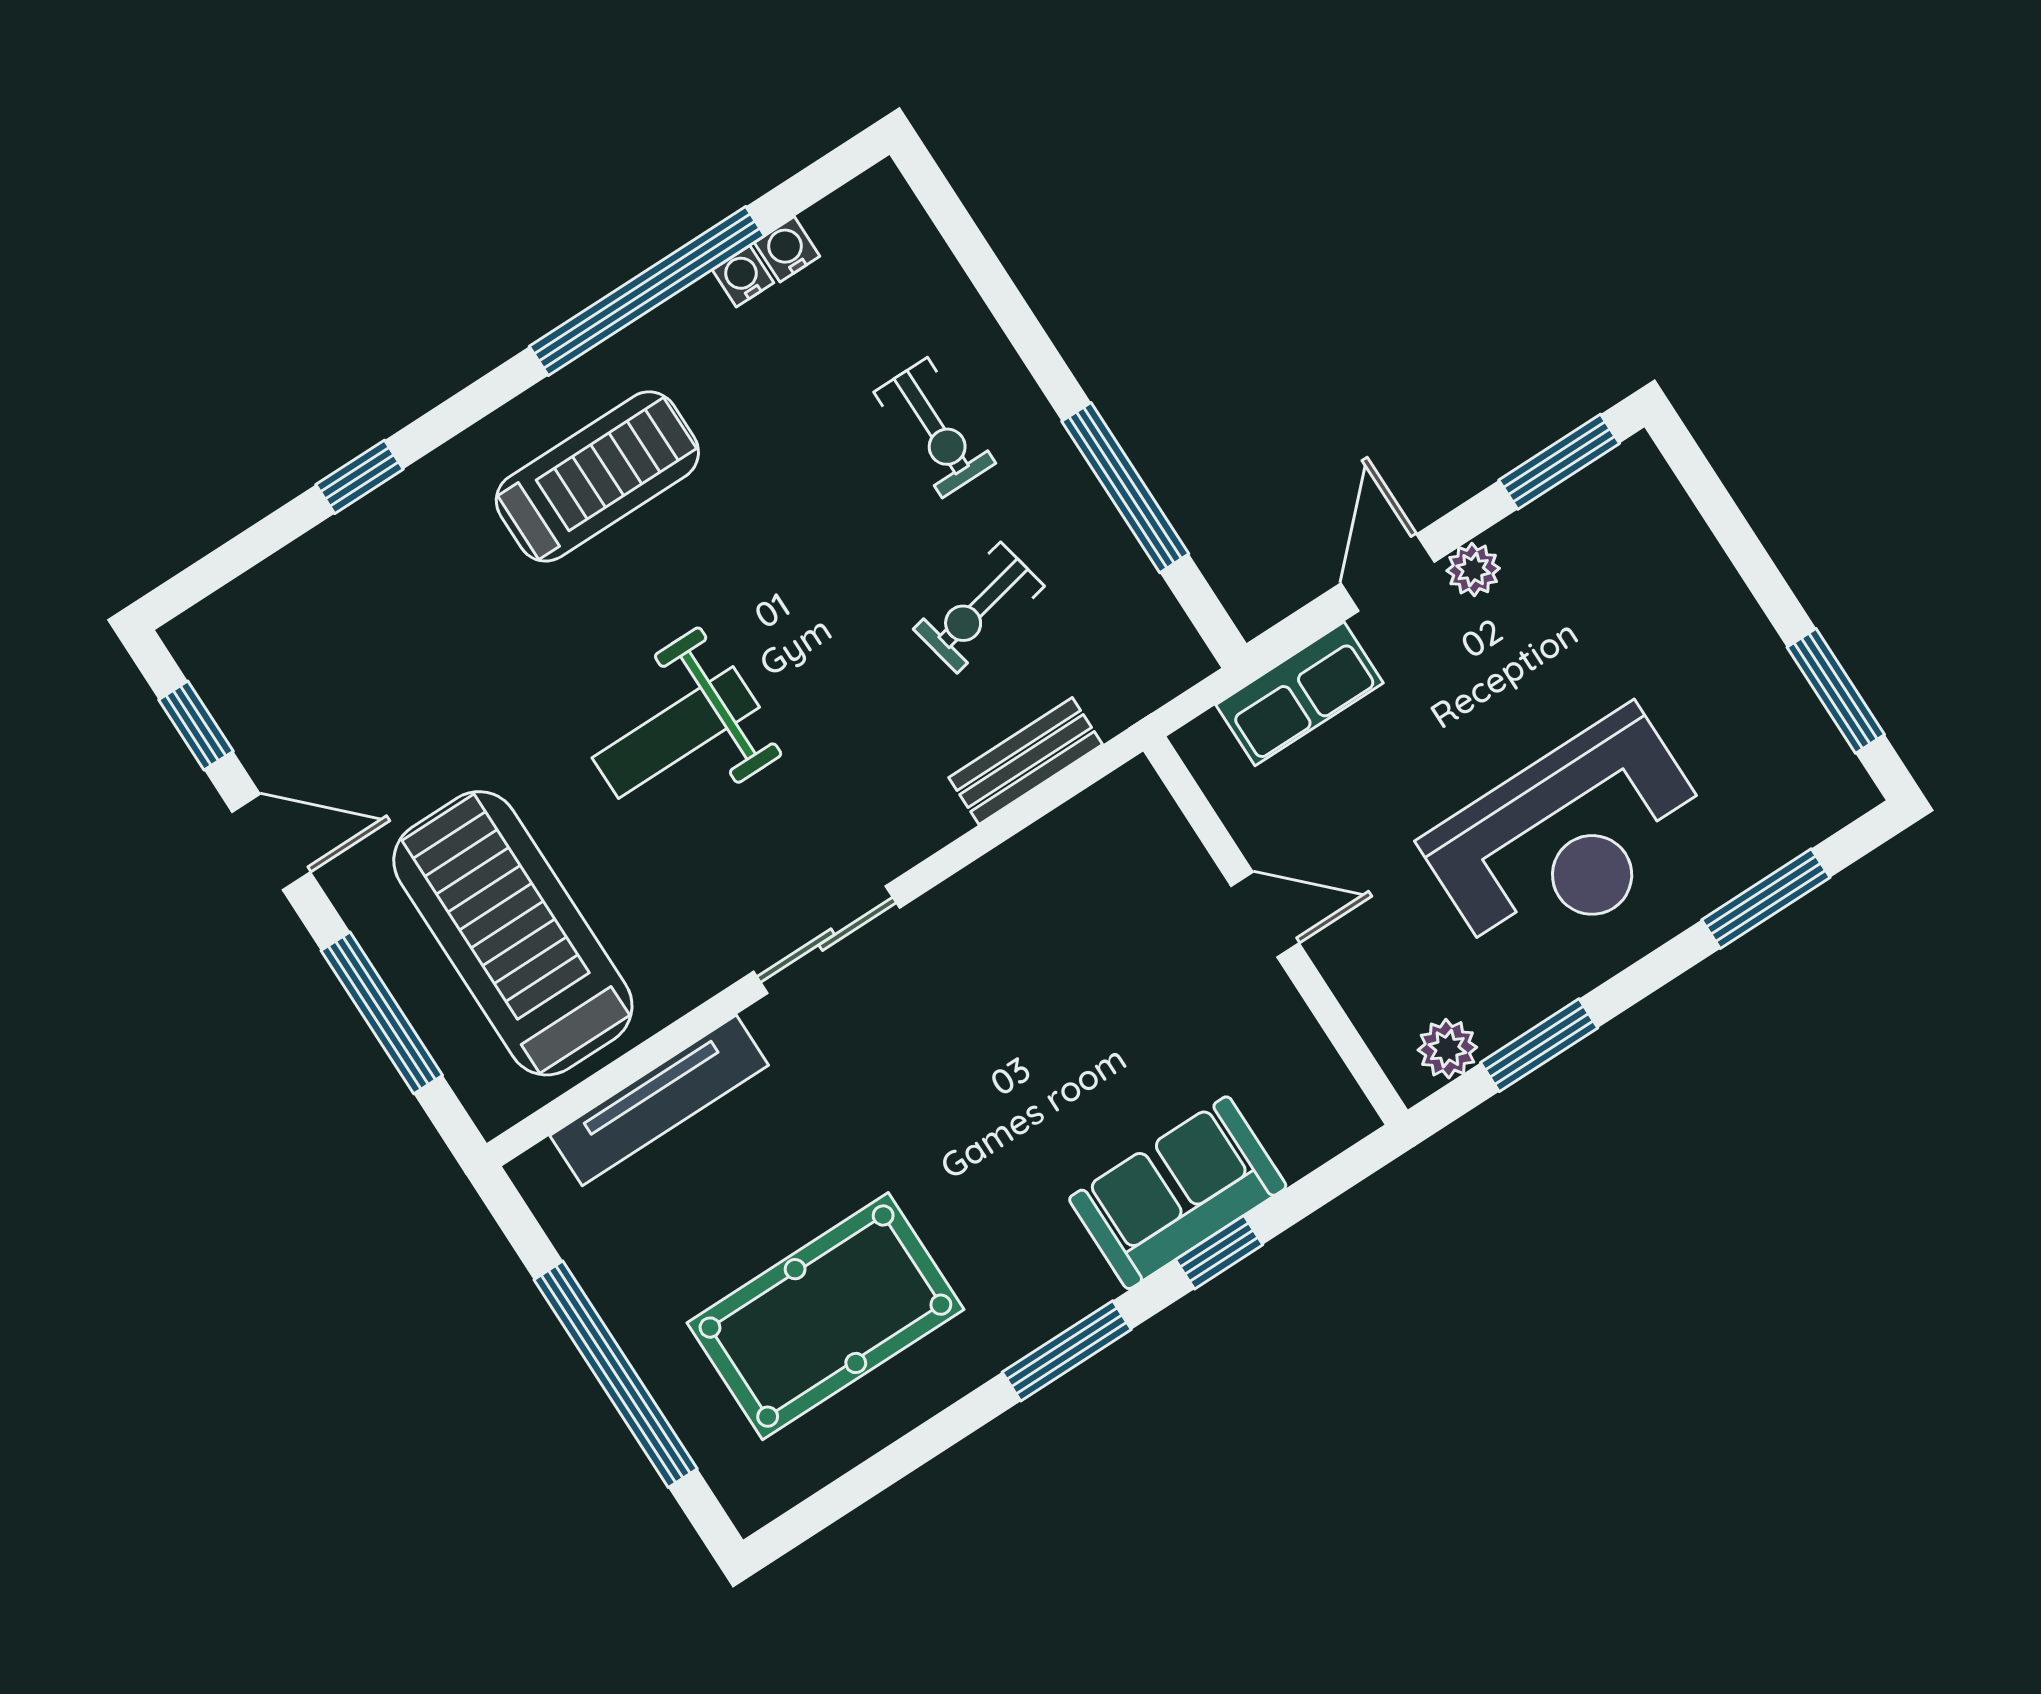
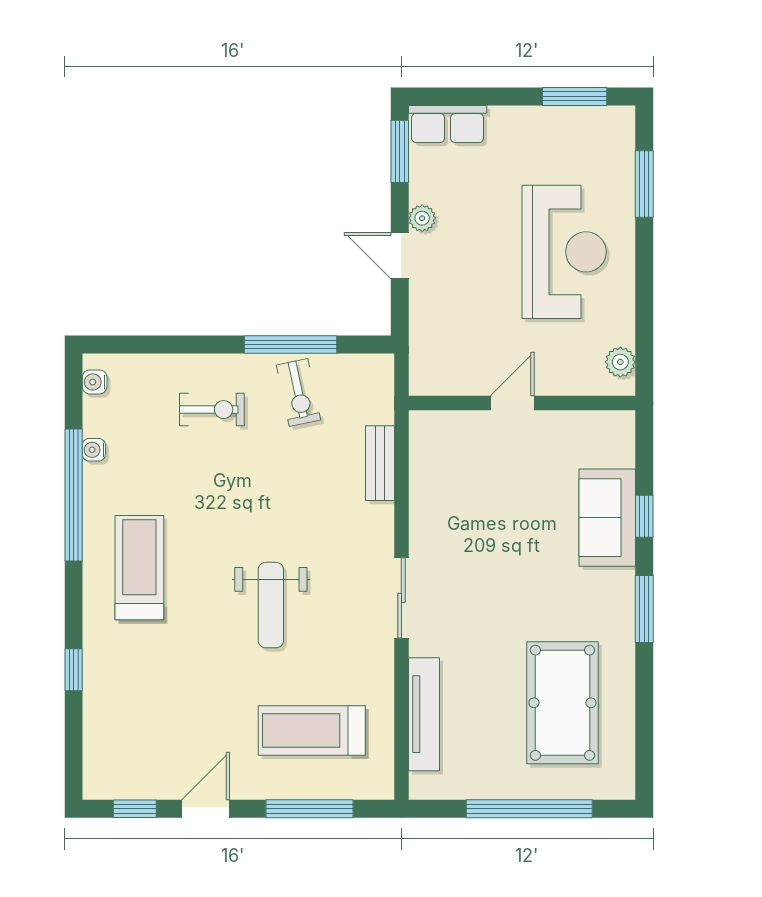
water cooler: (787, 249) -> (95, 382), moved
exercise bike: (979, 608) -> (299, 393), moved
row of seats: (1300, 694) -> (448, 124), moved, turned 90
treadmill: (513, 933) -> (312, 731), width x0.73, depth x0.73
window: (1539, 1045) -> (644, 322), removed

